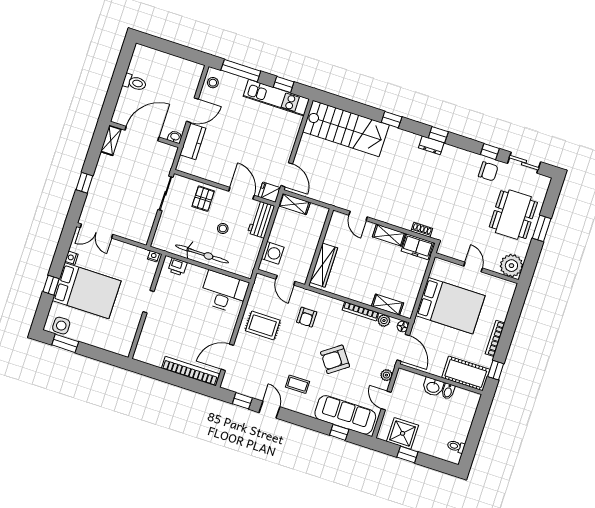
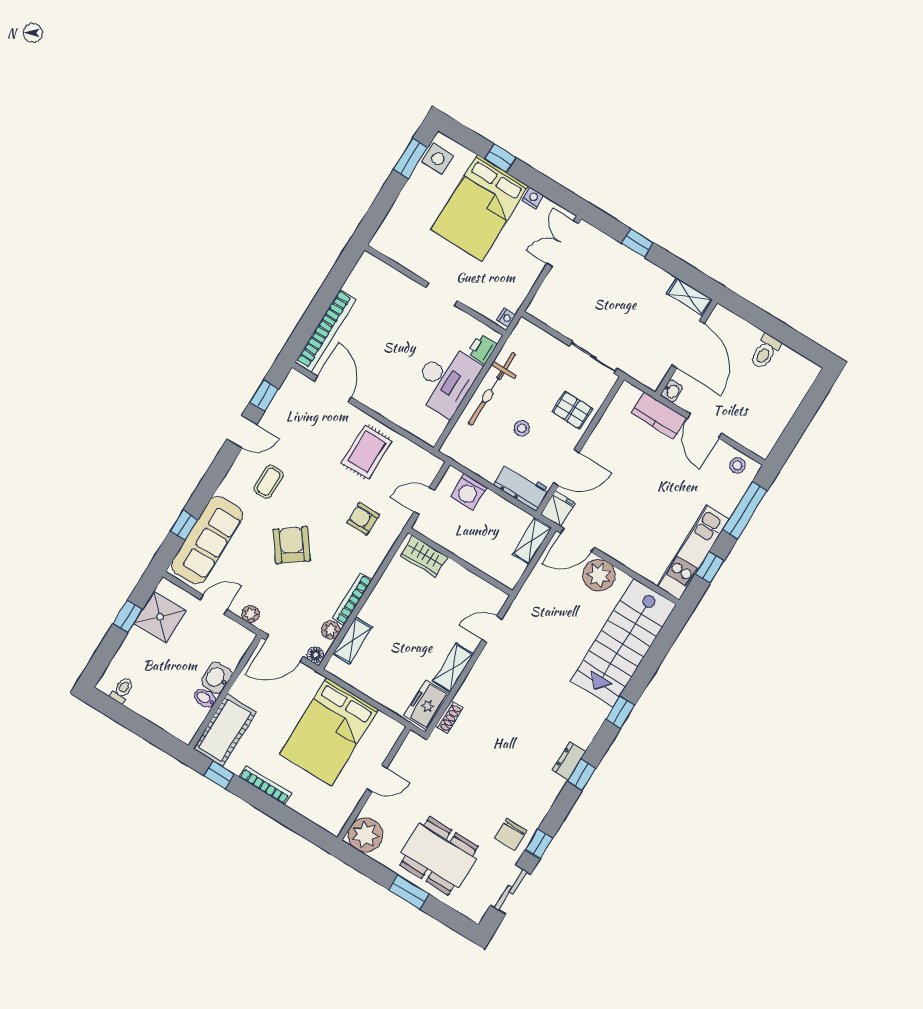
plant: (306, 155) -> (599, 575), added
wardrobe: (324, 265) -> (424, 556), width x0.67
desk: (224, 292) -> (446, 380), moved

